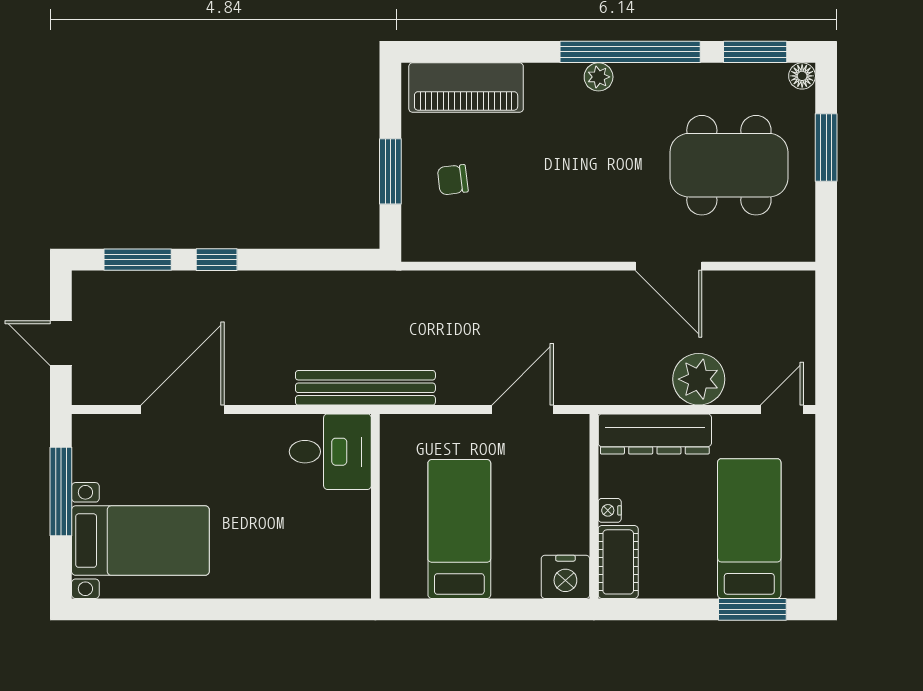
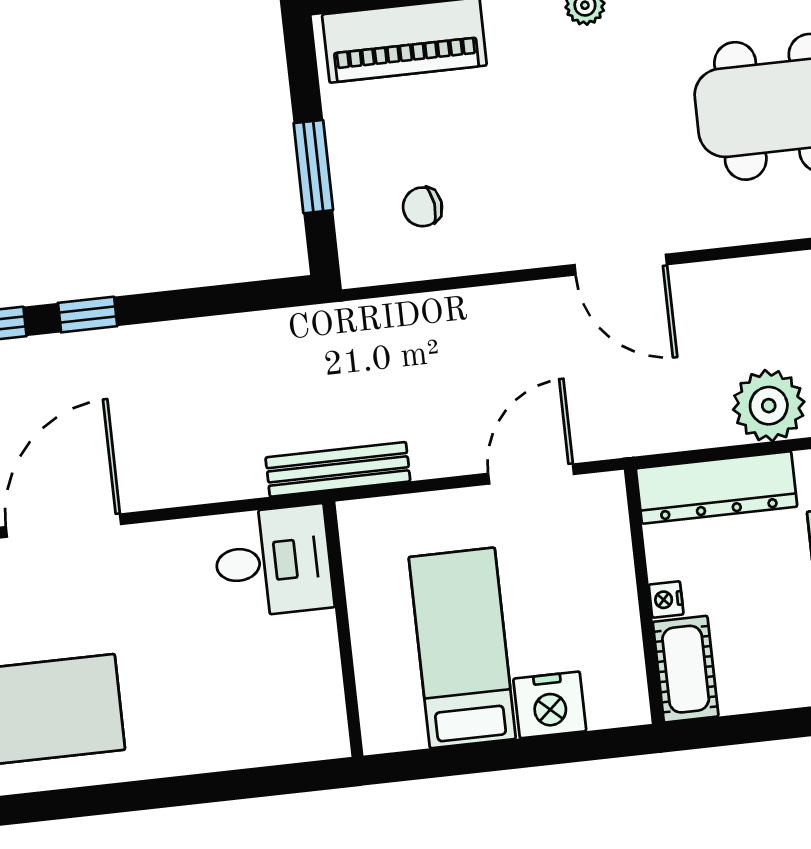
chair: (453, 180) -> (422, 207), moved
door: (668, 266) -> (621, 265), moved
bench: (365, 388) -> (338, 469), width x0.73, depth x0.82
nightstand: (565, 577) -> (550, 705), moved

